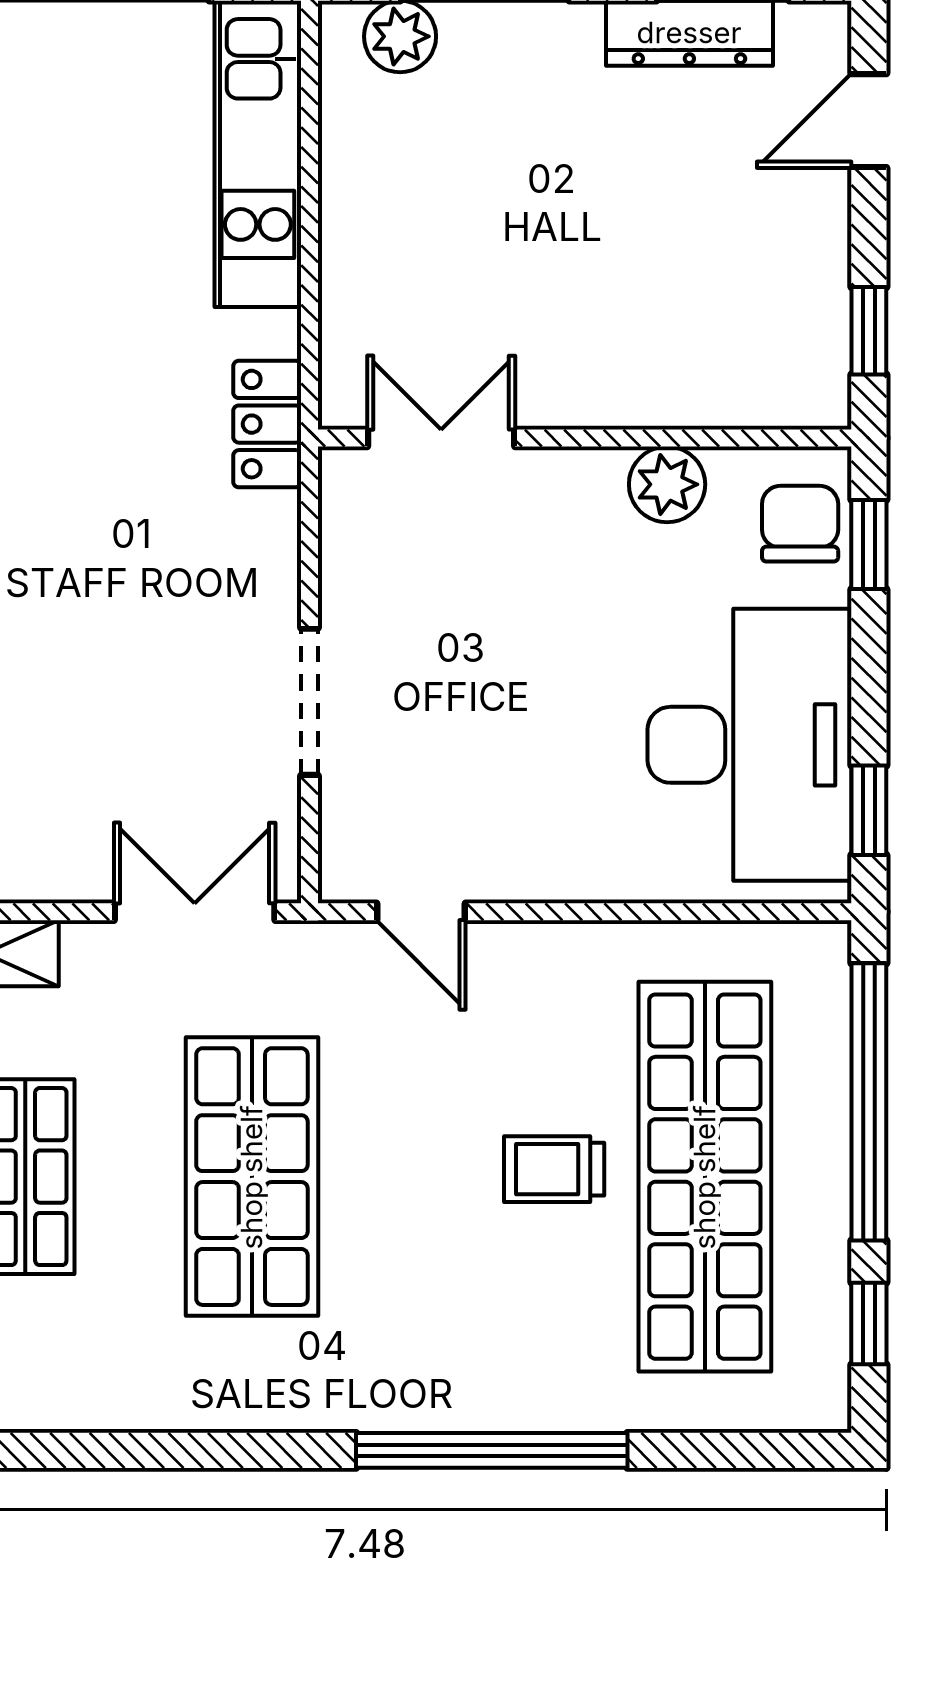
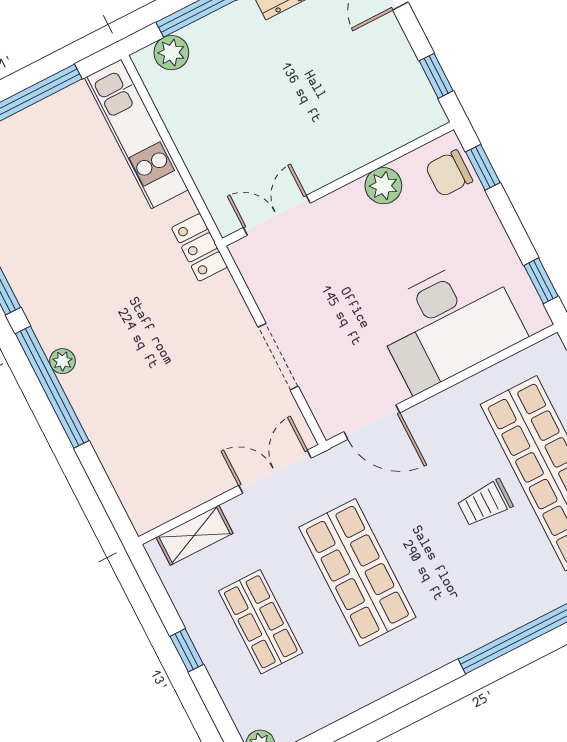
chair: (800, 524) -> (449, 173), turned -90
desk: (750, 745) -> (449, 323), moved, turned 90
door: (421, 912) -> (372, 422), width x1.38

